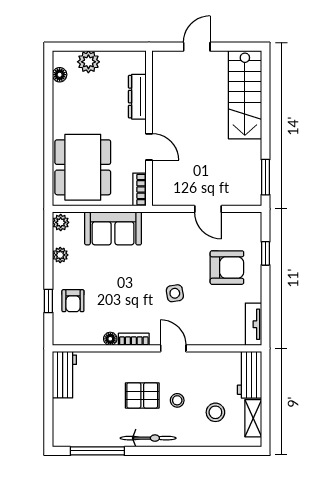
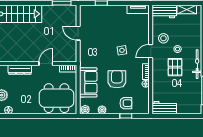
door: (208, 209) -> (78, 33), swing flipped
armchair: (227, 268) -> (117, 79), moved
stool: (215, 412) -> (163, 38), moved

